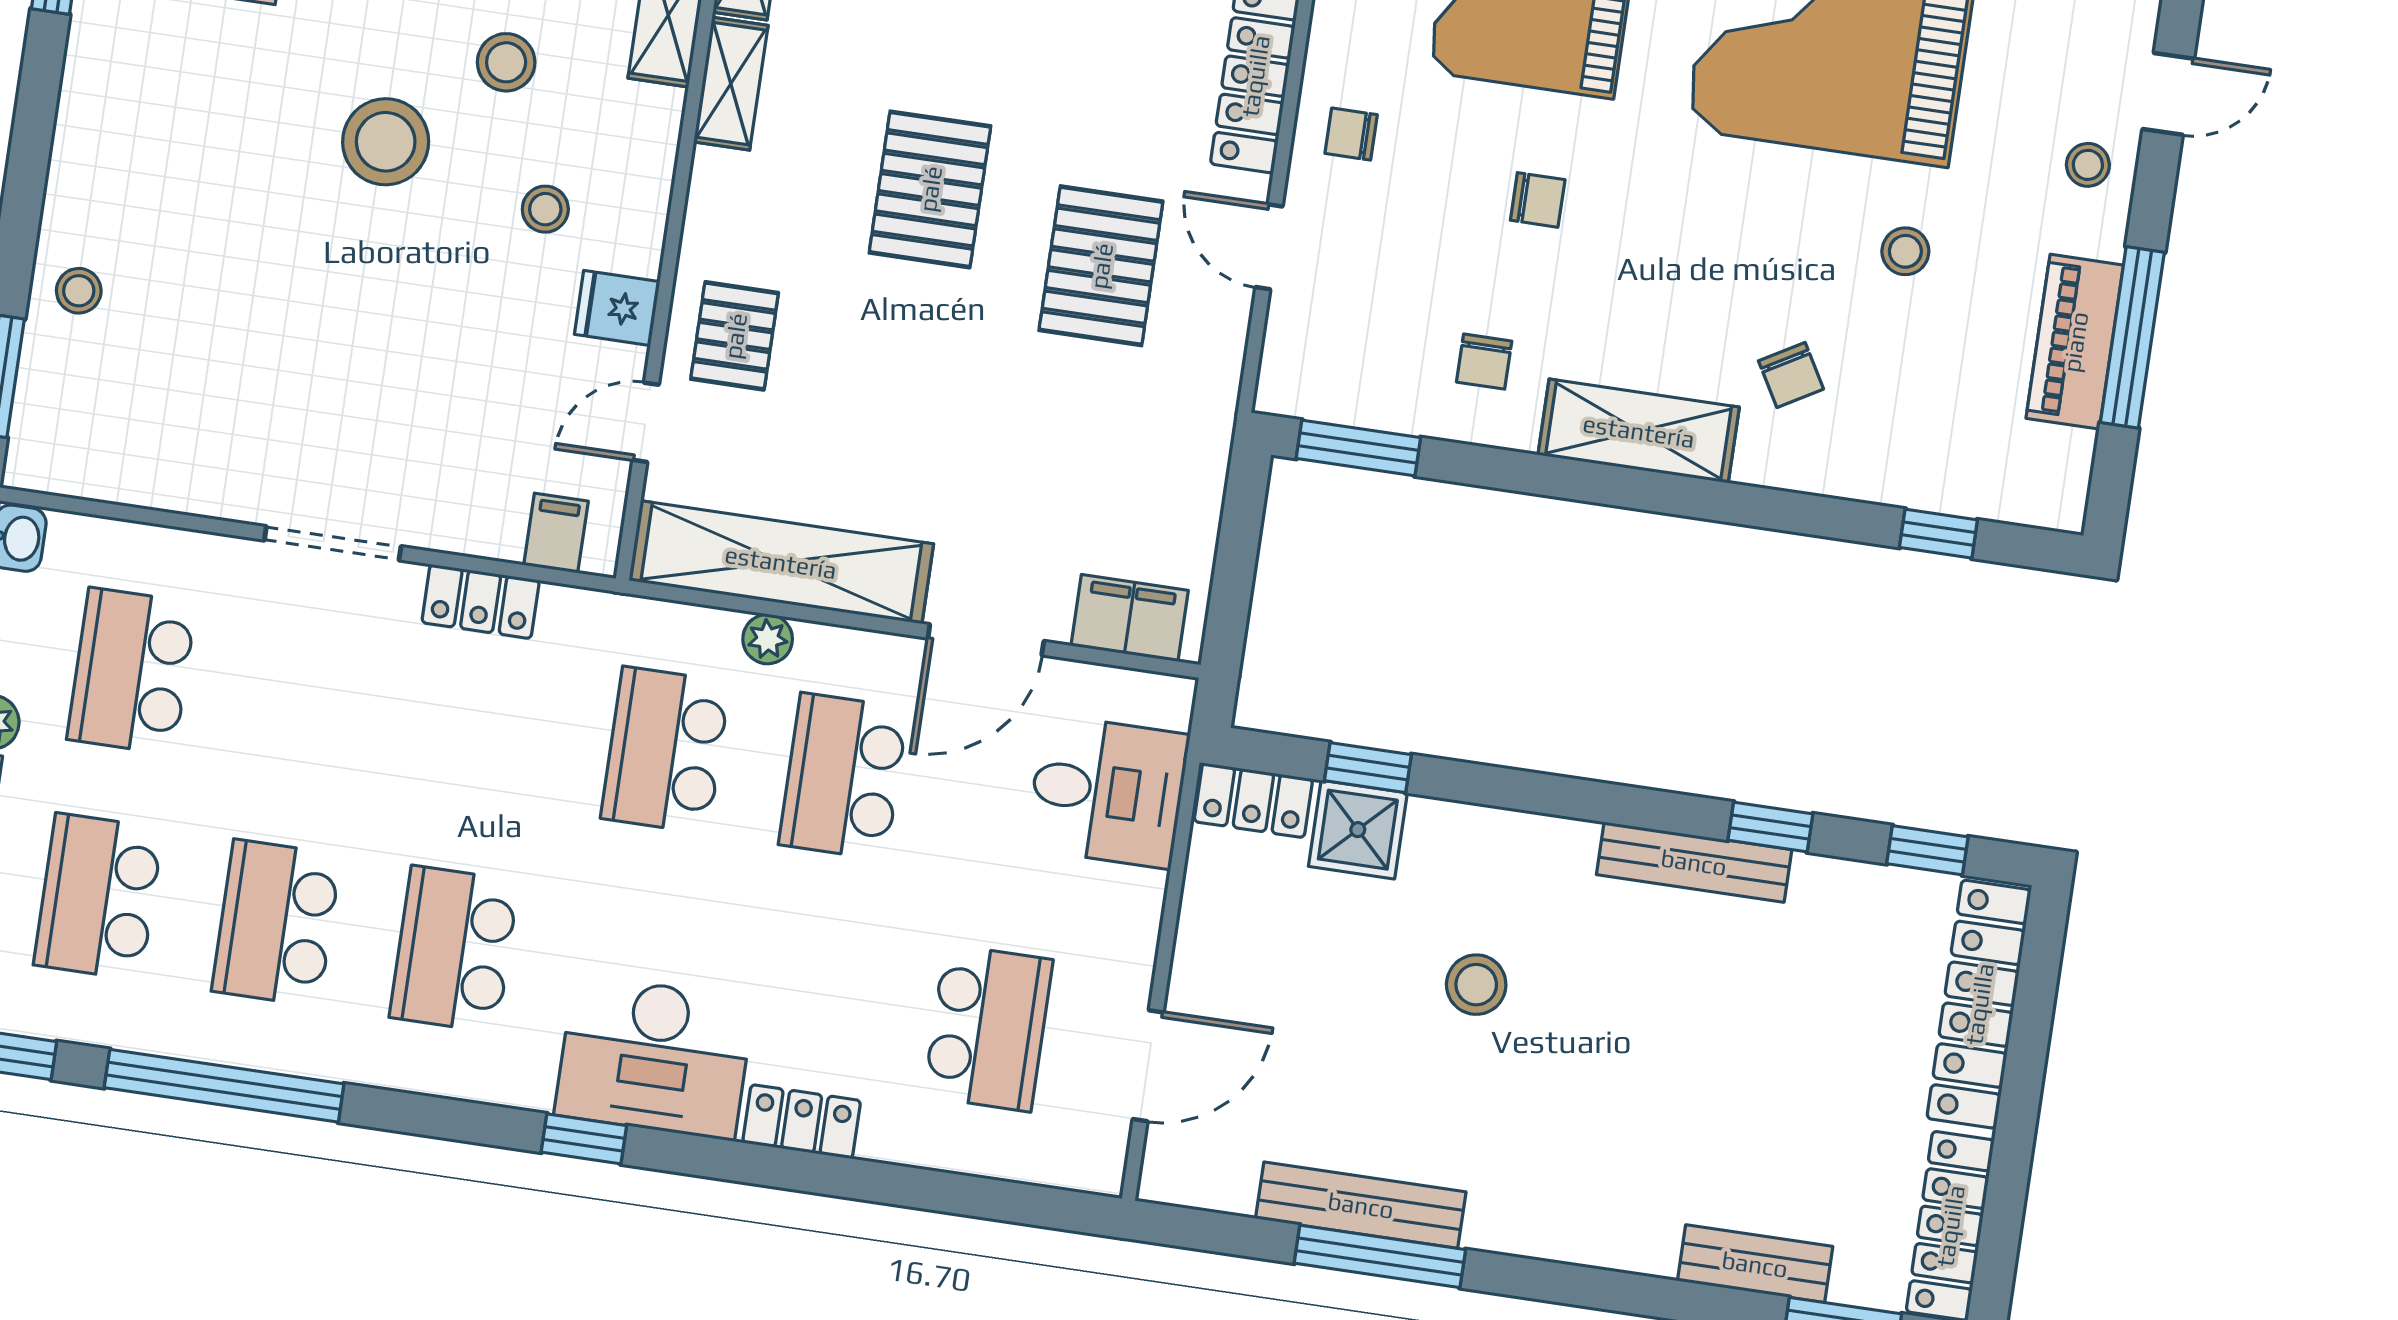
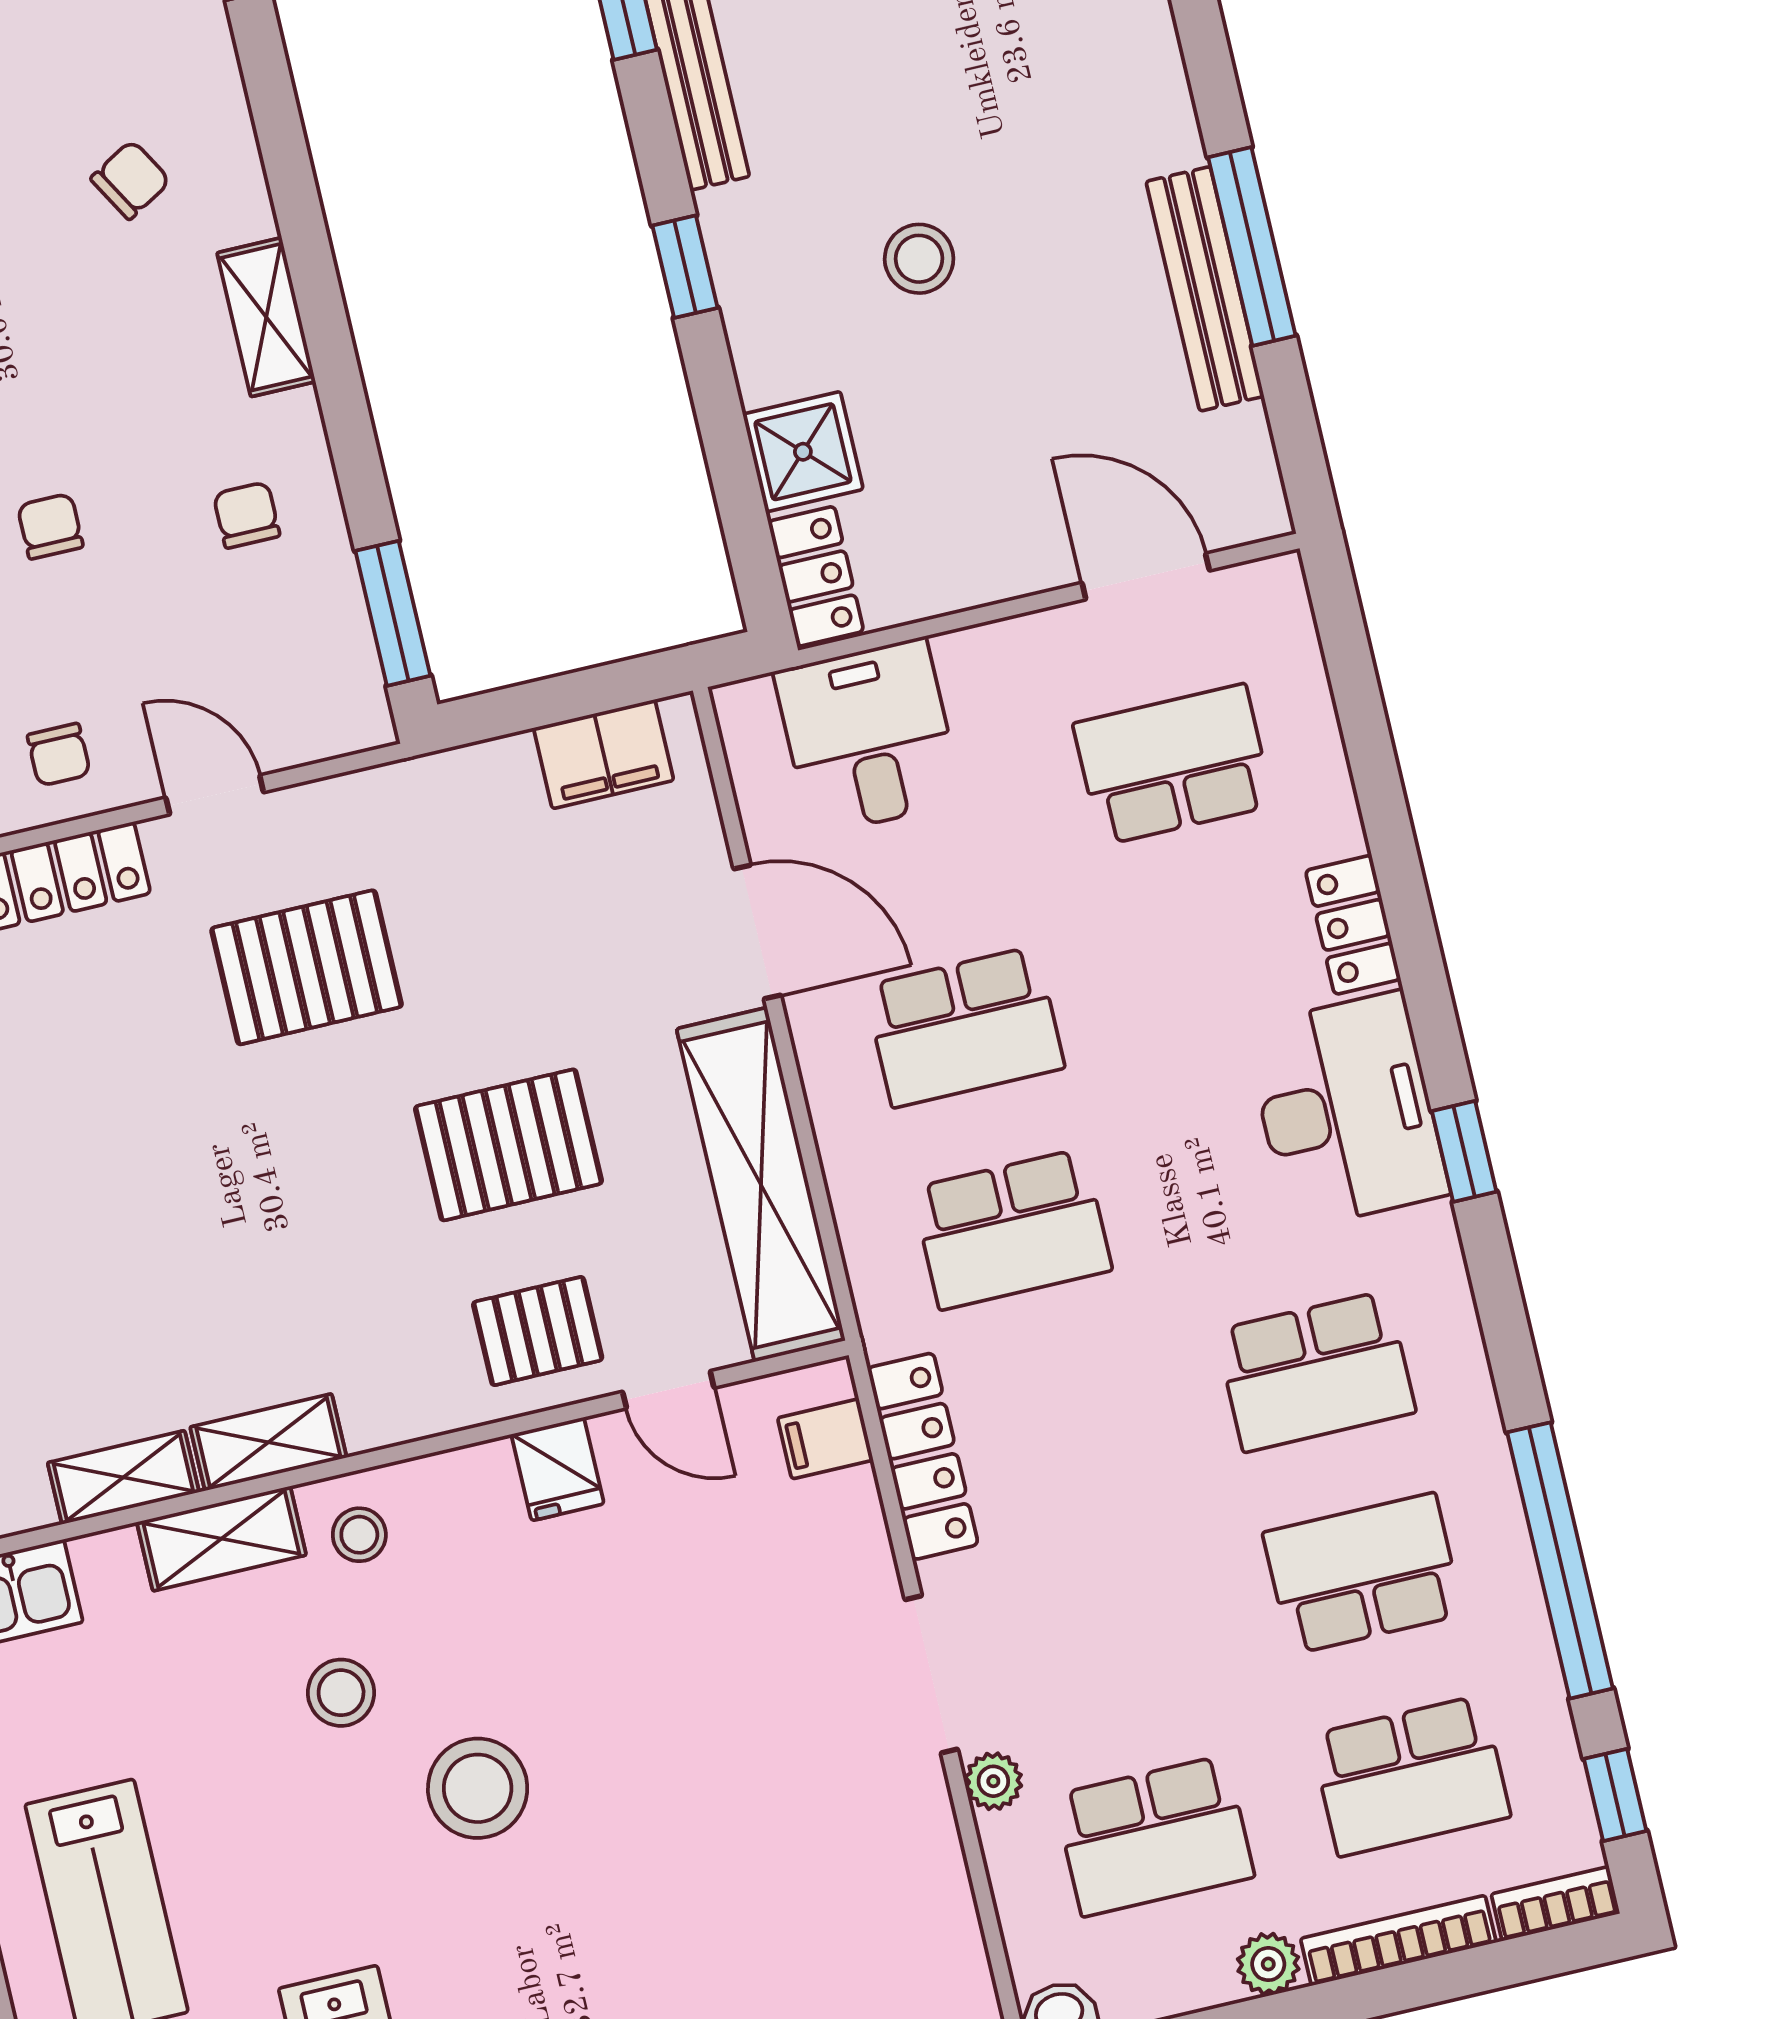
pallet: (930, 189) -> (508, 1145), moved
stool: (545, 209) -> (359, 1535), moved
door: (1269, 247) -> (215, 795), swing flipped
chair: (1484, 362) -> (247, 515), turned -90
shelving: (1639, 431) -> (266, 317), width x0.67, depth x0.75
locker: (481, 601) -> (923, 1456), width x1.53
filing cabinet: (1130, 618) -> (604, 754), moved, turned -90
plant: (768, 639) -> (993, 1781), moved
window: (1368, 768) -> (685, 267), moved
school desk: (276, 923) -> (1363, 1574), turned 180

